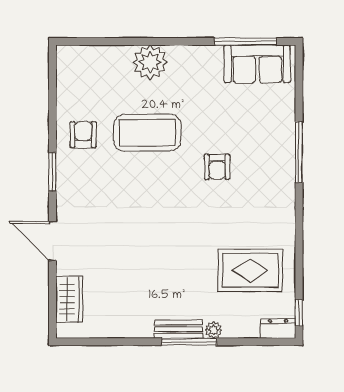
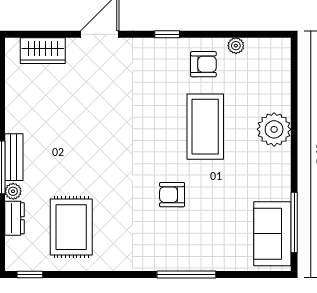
plant: (64, 101) -> (236, 46), added
window: (52, 172) -> (167, 34), width x0.67
dresser: (278, 329) -> (14, 218), moved

